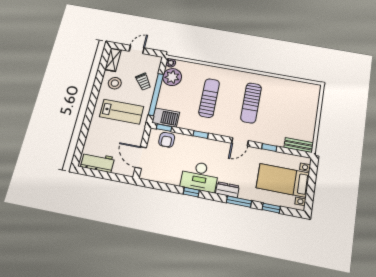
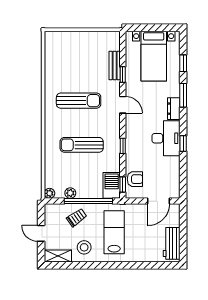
plant: (172, 77) -> (70, 193), width x0.53, depth x0.53
bench: (299, 145) -> (115, 65), moved

